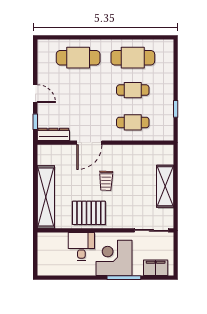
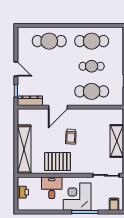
cafe table: (133, 122) -> (92, 91), width x1.37, depth x1.35
printer: (44, 252) -> (23, 192), added
filing cabinet: (156, 268) -> (114, 204), width x0.50

